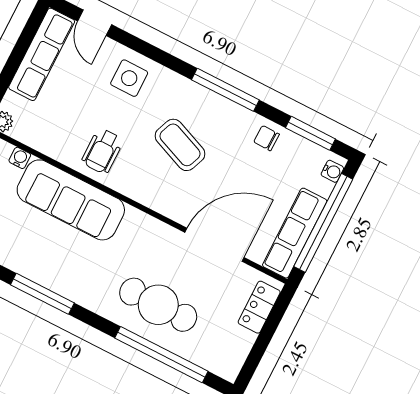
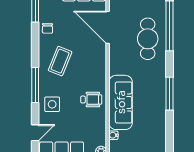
window: (225, 90) -> (35, 85), moved
coffee table: (180, 145) -> (60, 61), moved

